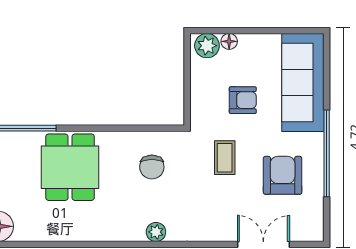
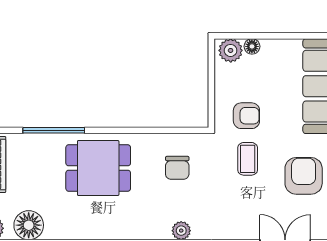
armchair: (243, 100) -> (246, 116), moved
dining table: (70, 167) -> (98, 168), turned 90

